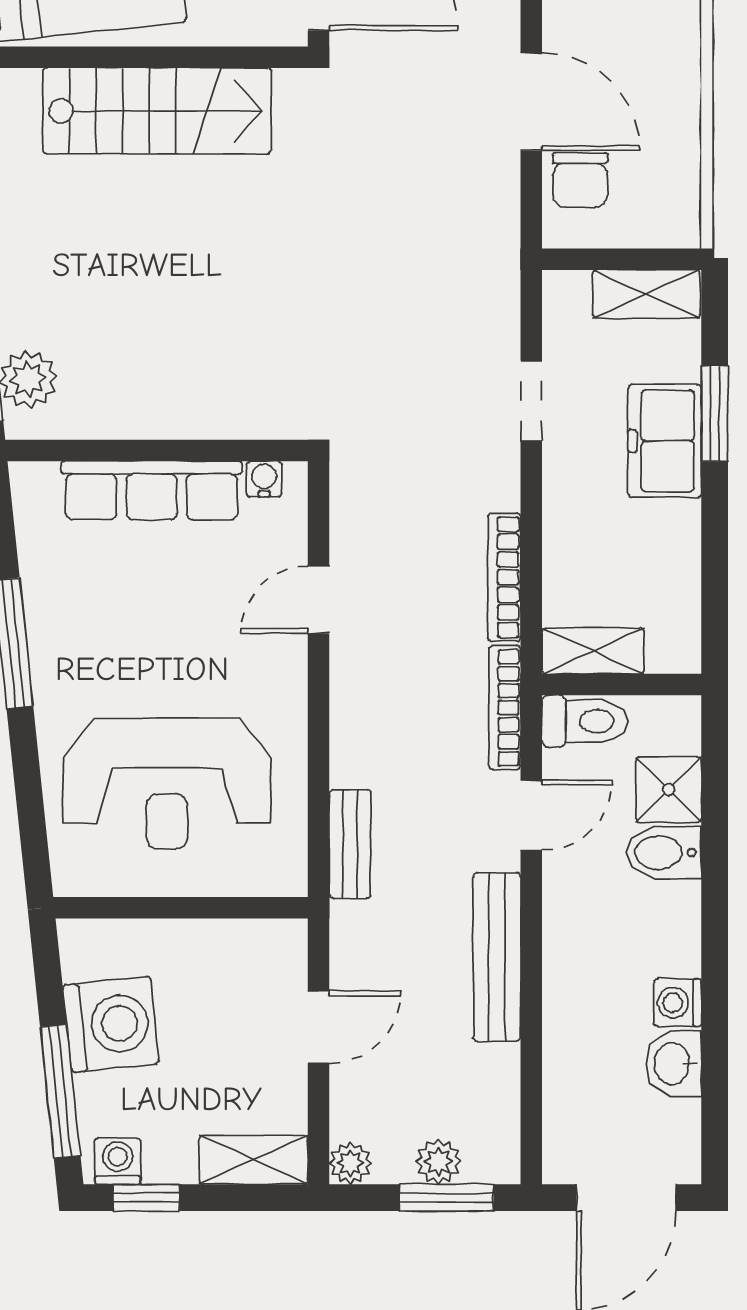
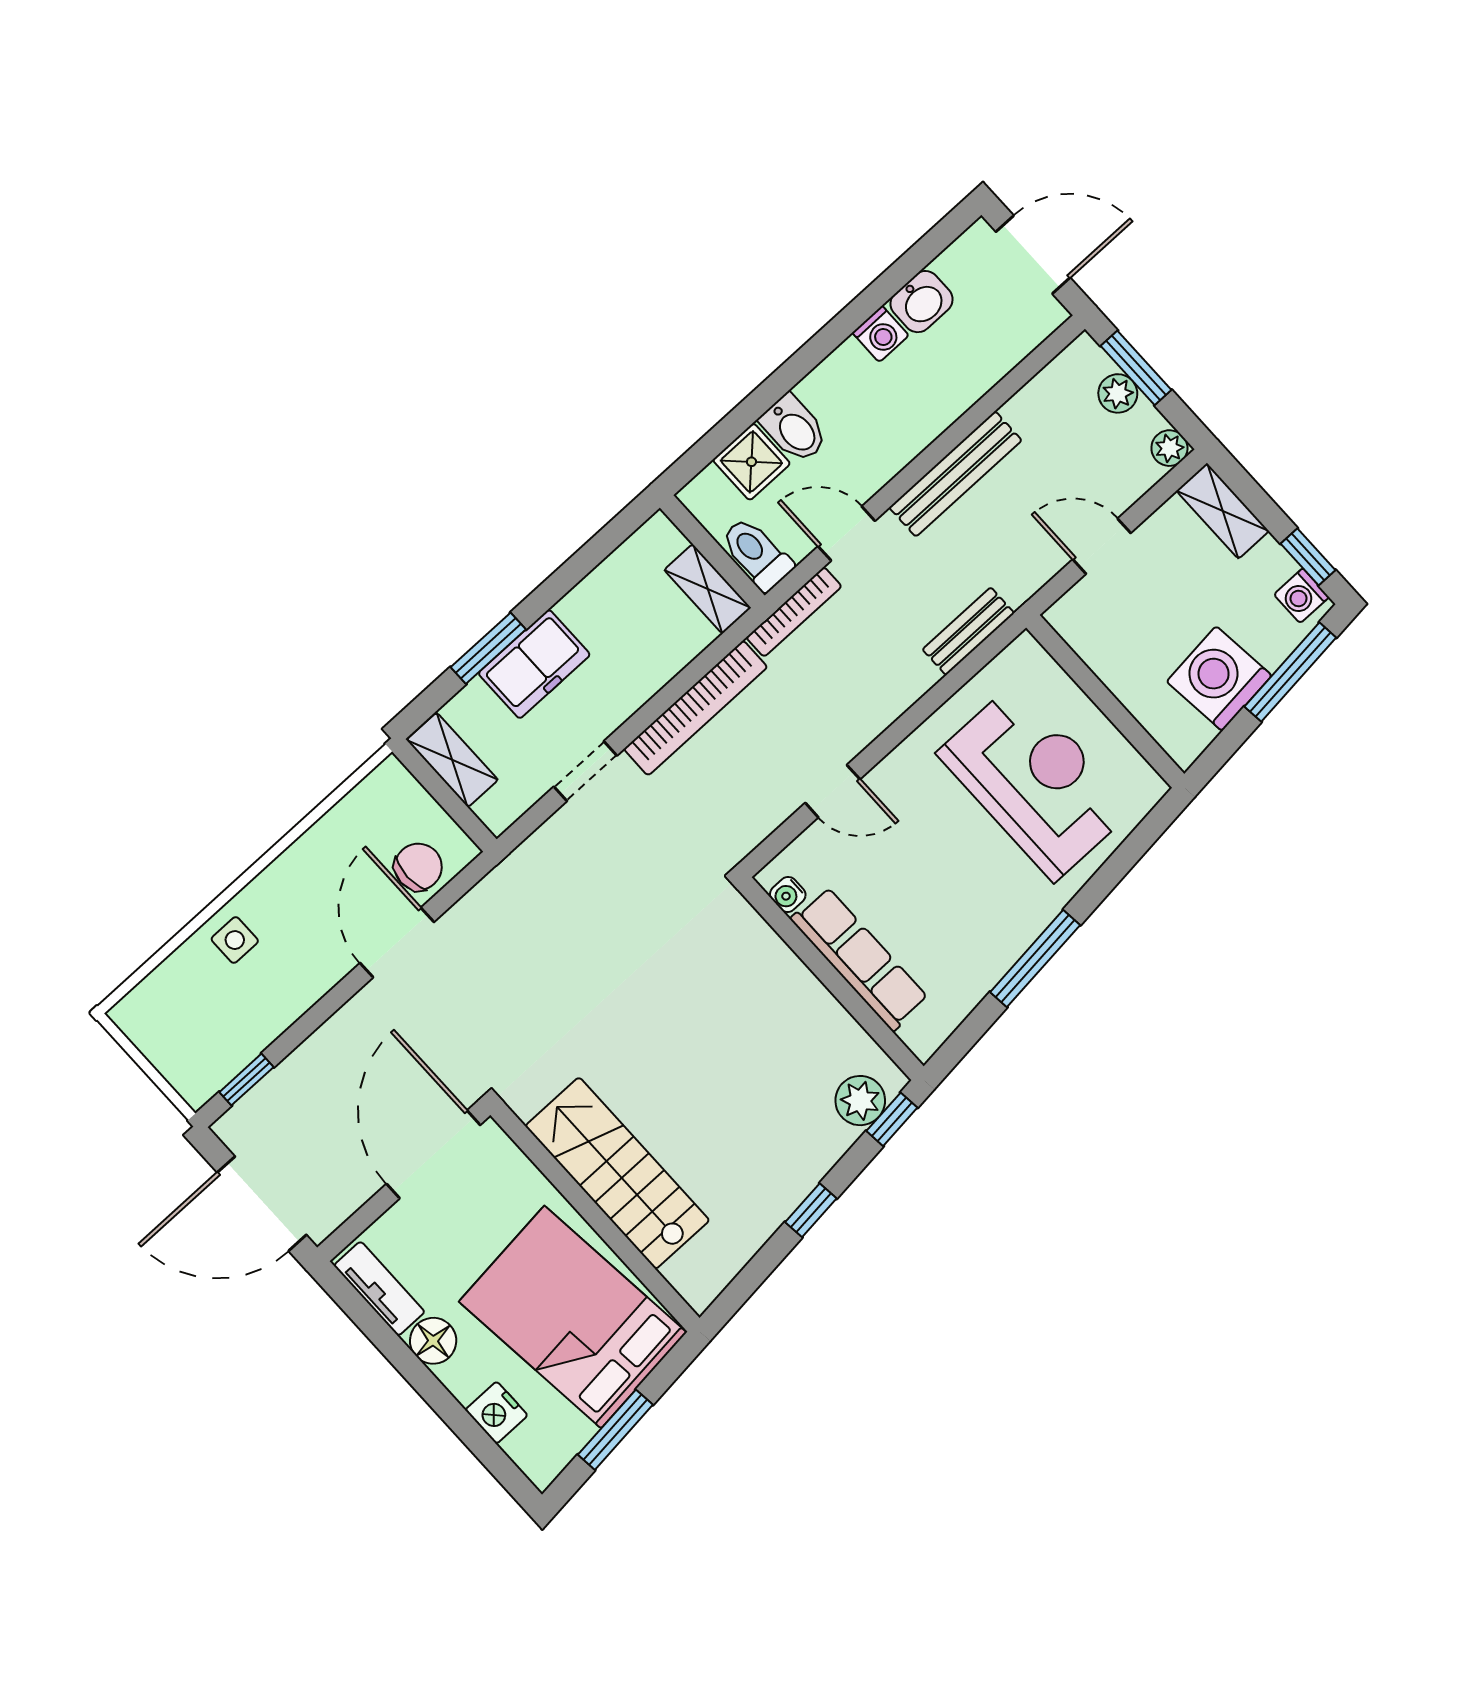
bookcase: (504, 577) -> (696, 708), width x1.48, depth x1.31

